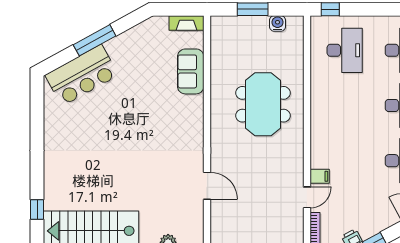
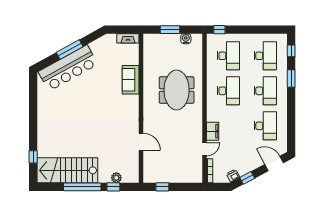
sofa: (191, 71) -> (131, 80), moved
bar counter: (82, 75) -> (68, 68), width x1.36
desk: (345, 105) -> (228, 91), added
filing cabinet: (320, 176) -> (213, 131), width x2.00

